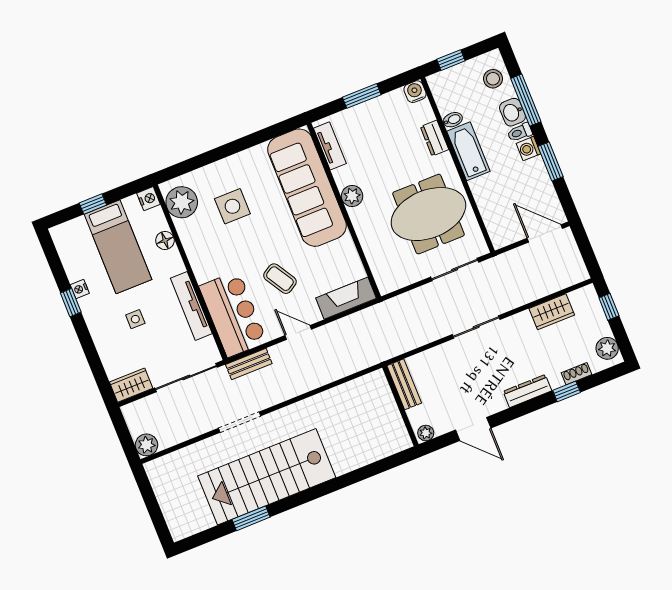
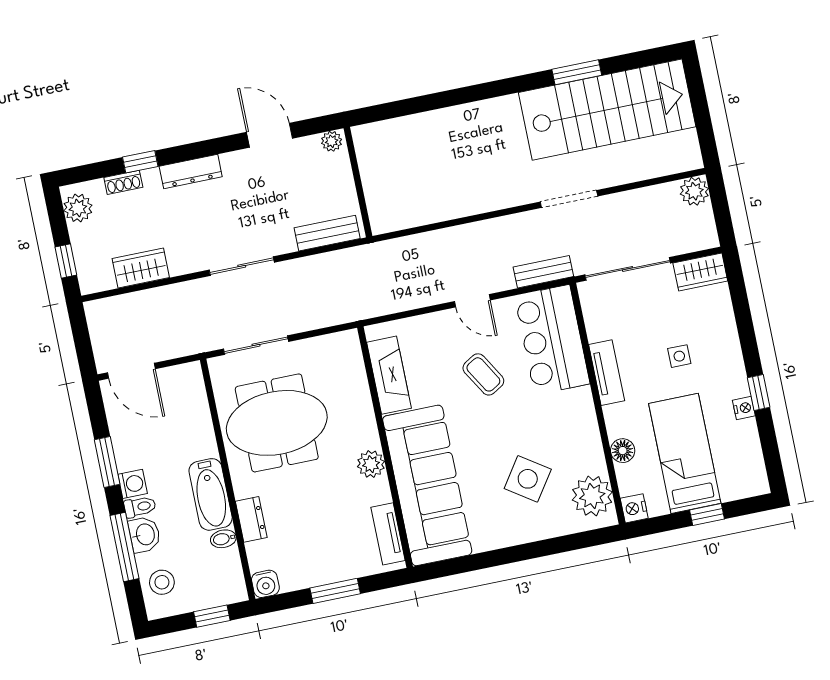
side table: (232, 206) -> (528, 479), turned 34
fireplace: (346, 298) -> (389, 375), moved, turned -90
tv unit: (191, 306) -> (607, 373), width x0.71
bench: (404, 384) -> (327, 233), moved, turned 90
stairs: (267, 477) -> (607, 110), moved

